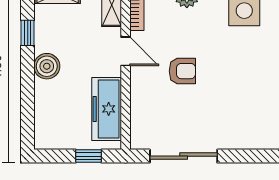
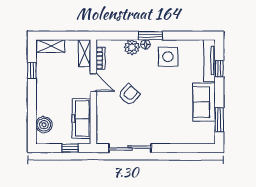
boiler: (47, 66) -> (44, 125), moved
armchair: (182, 71) -> (129, 95), turned -48

